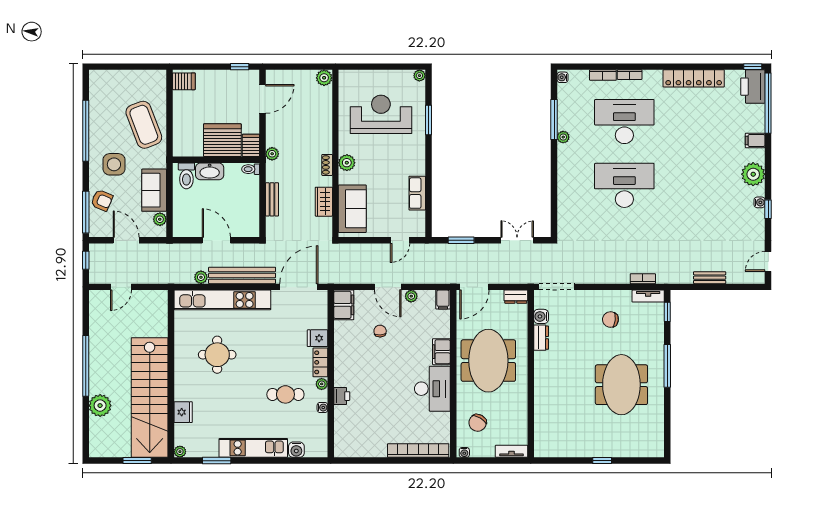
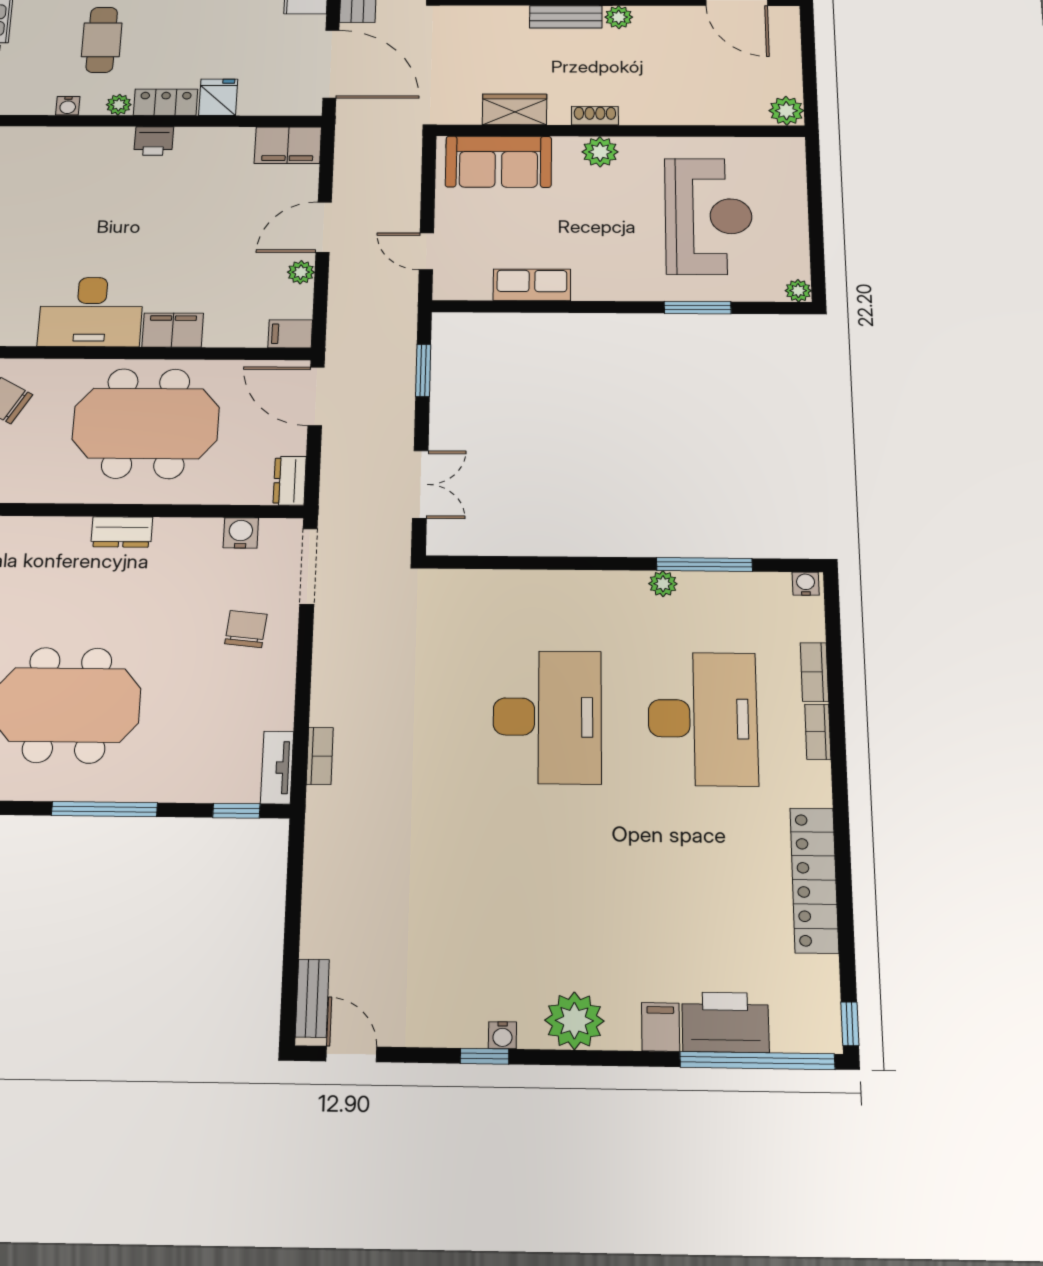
printer: (753, 87) -> (725, 1022), moved
bench: (272, 199) -> (566, 17), moved
bench: (710, 278) -> (312, 998), moved
chair: (610, 320) -> (246, 629), moved
chair: (380, 331) -> (226, 213), removed
dresser: (541, 338) -> (122, 532), moved
printer: (342, 396) -> (154, 141), moved

